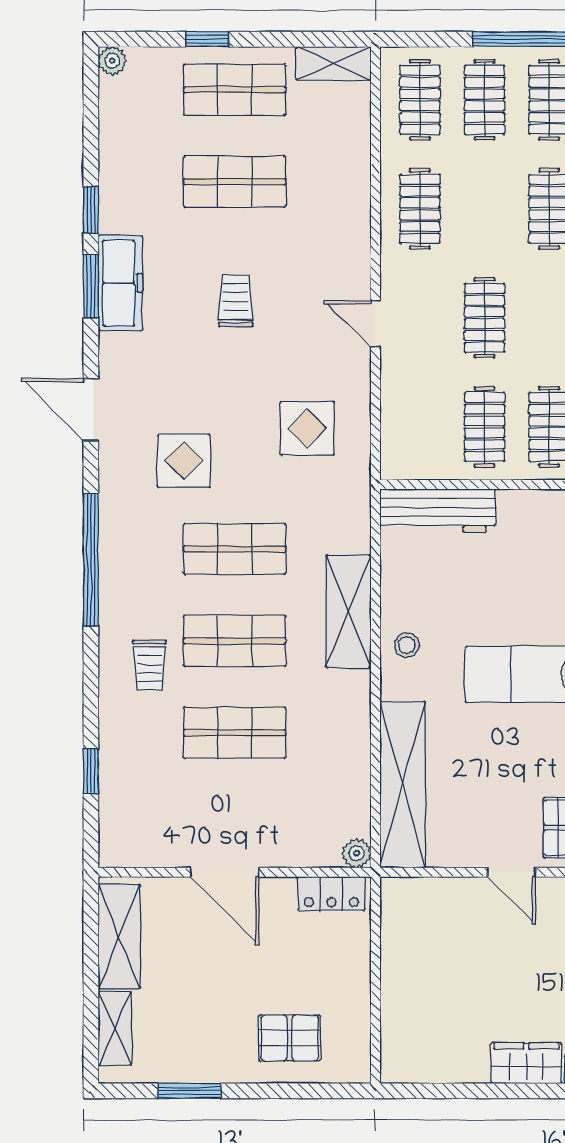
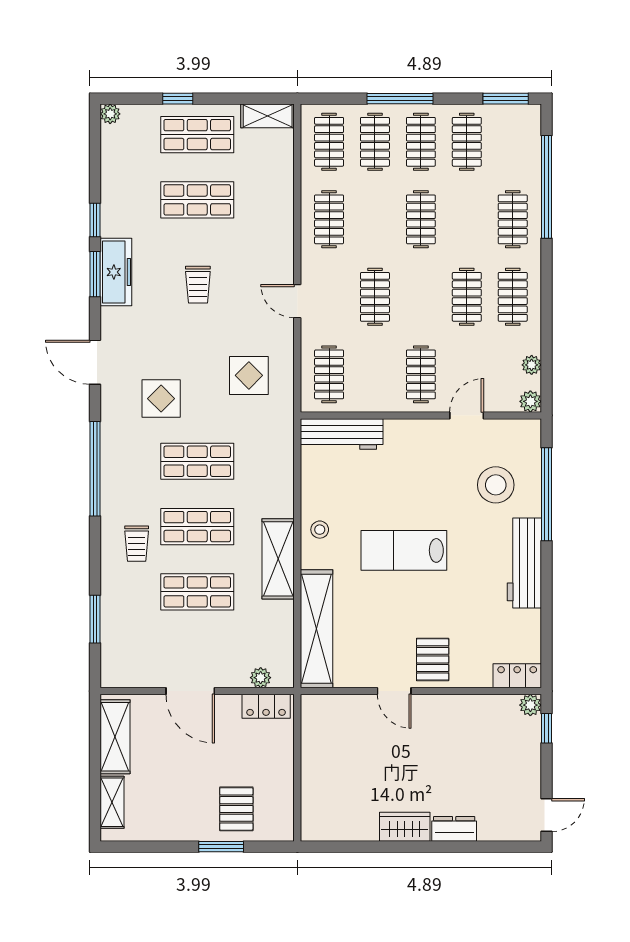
trolley: (236, 301) -> (198, 285), turned 180
clothes rail: (485, 427) -> (329, 374), moved
shelving: (348, 611) -> (278, 559), moved
window: (91, 771) -> (95, 619), width x1.50
plant: (357, 853) -> (261, 678), moved
pallet: (290, 1038) -> (236, 809), turned 90
window: (189, 1091) -> (221, 847), moved

